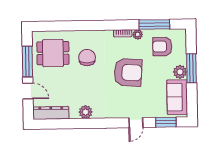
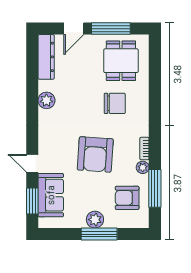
armchair: (162, 47) -> (127, 198), turned -90
sofa: (177, 97) -> (51, 195), moved, turned 90

